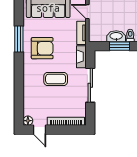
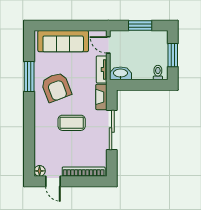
washbasin: (116, 36) -> (121, 73), moved
window: (120, 46) -> (146, 85), removed
armchair: (42, 48) -> (56, 87), turned 69

